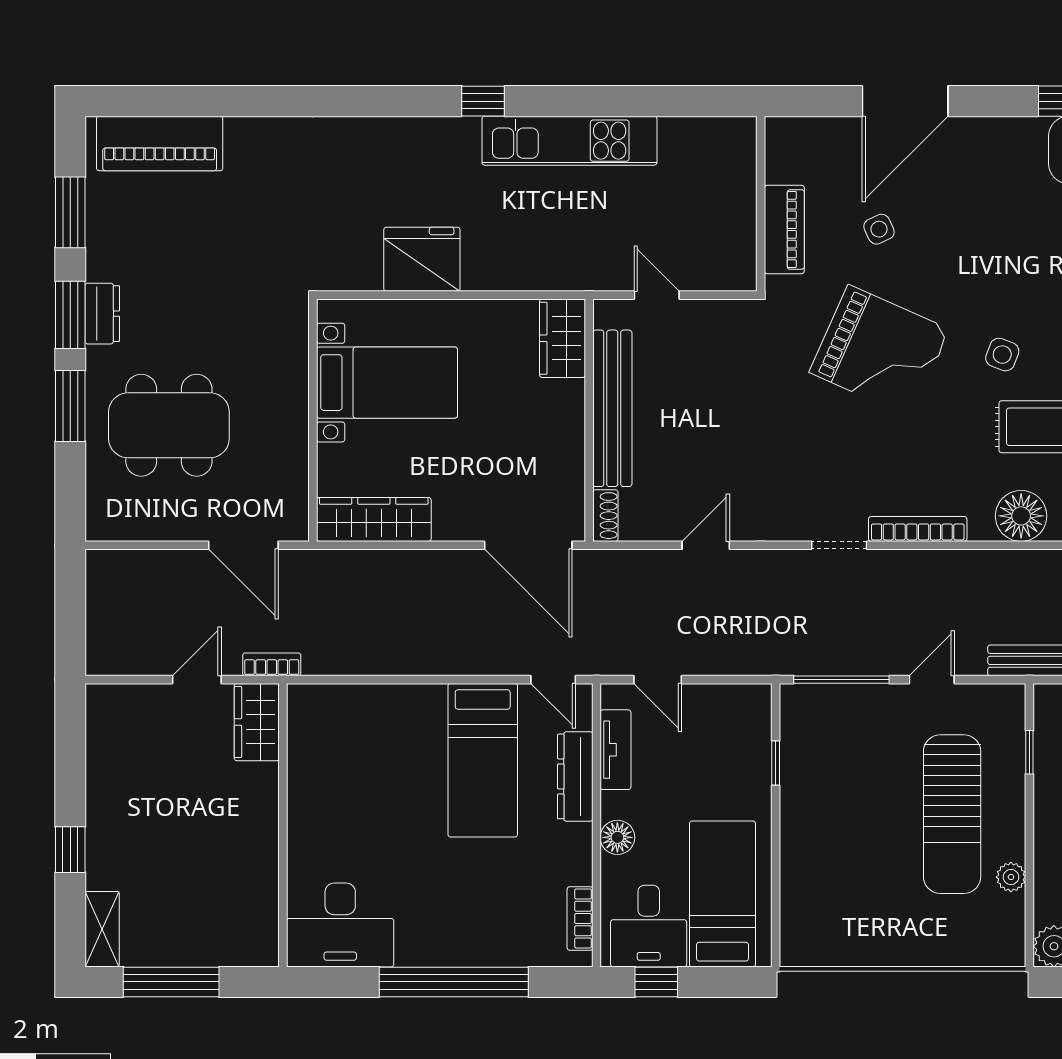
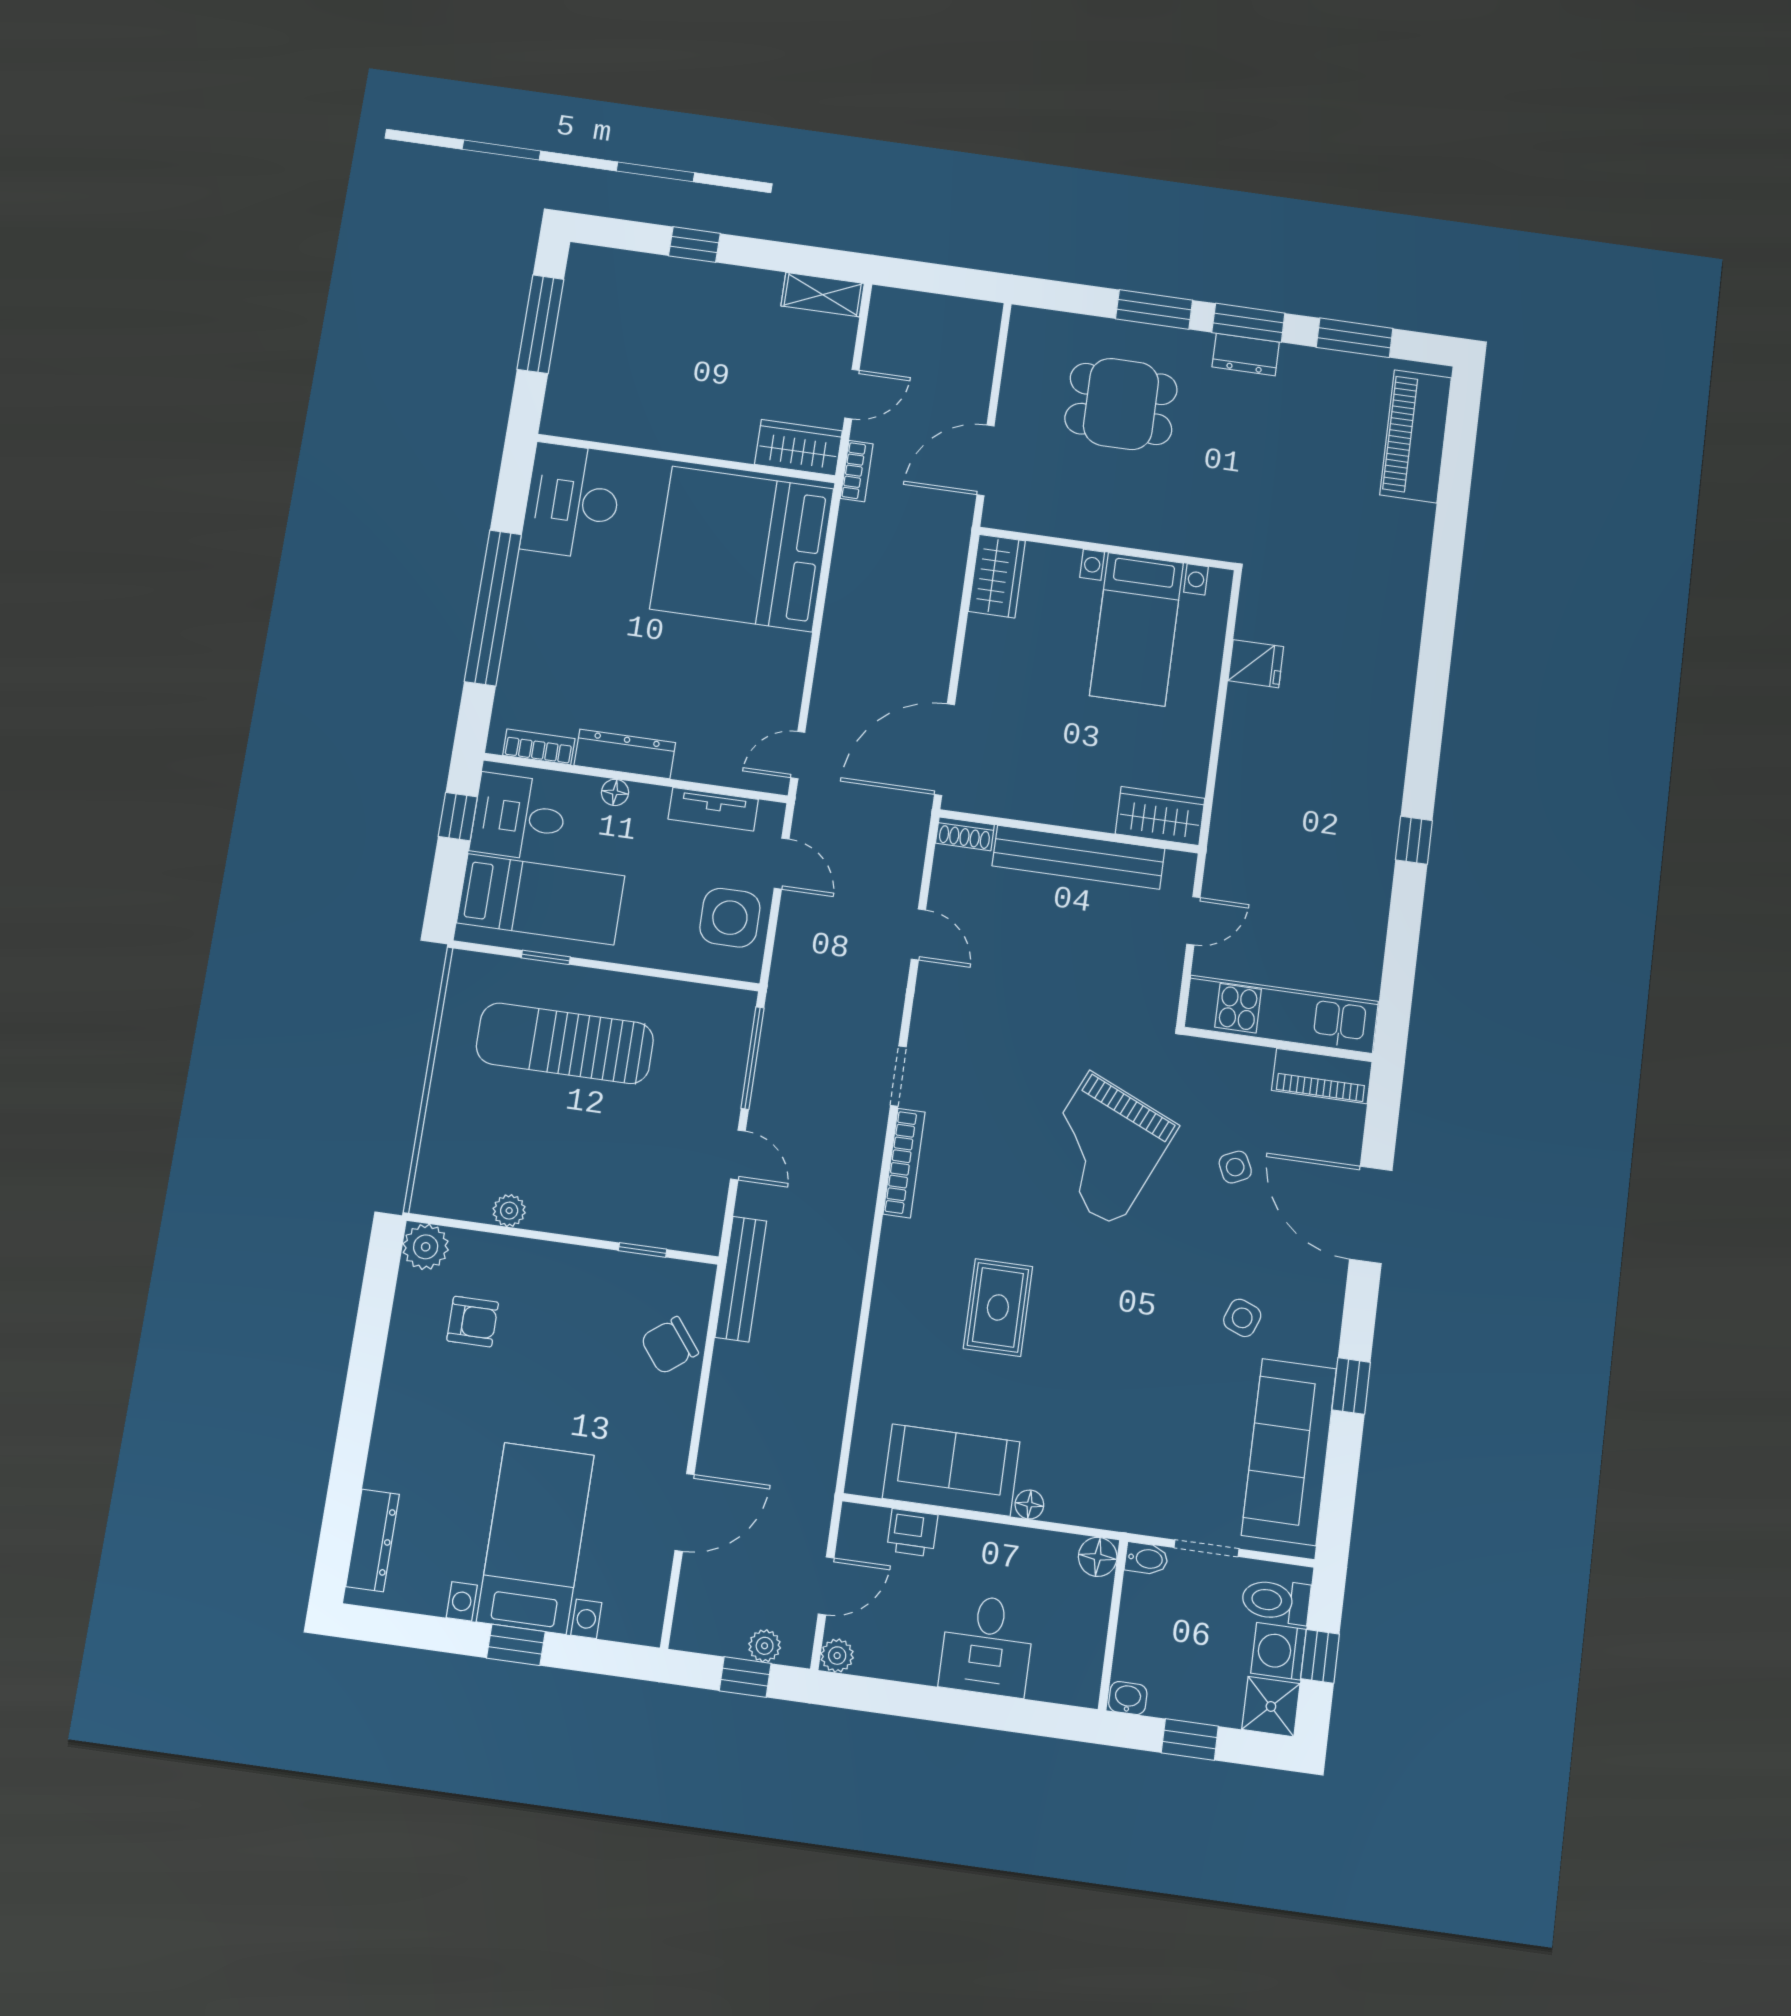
window: (483, 101) -> (1414, 840), moved
kitchen unit: (569, 141) -> (1281, 1014), moved, turned 90
piano: (784, 229) -> (1322, 1076), moved
fridge: (422, 259) -> (1256, 664), width x0.53, depth x0.75
side table: (1002, 355) -> (1242, 1318), moved
dining table: (169, 425) -> (1121, 404), width x0.73
floor lamp: (1021, 516) -> (903, 1277), removed
wardrobe: (374, 519) -> (997, 576), width x0.67
door: (197, 680) -> (852, 394), hinge flipped
door: (658, 680) -> (782, 864), swing flipped
side table: (715, 719) -> (730, 918), added
bed: (483, 760) -> (742, 549), moved, width x2.04
window: (776, 763) -> (546, 957), moved
dresser: (575, 776) -> (625, 754), moved
sun lounger: (952, 814) -> (565, 1043), moved
floor lamp: (617, 837) -> (615, 792), width x0.73, depth x0.73
shelving: (102, 929) -> (823, 295), moved

